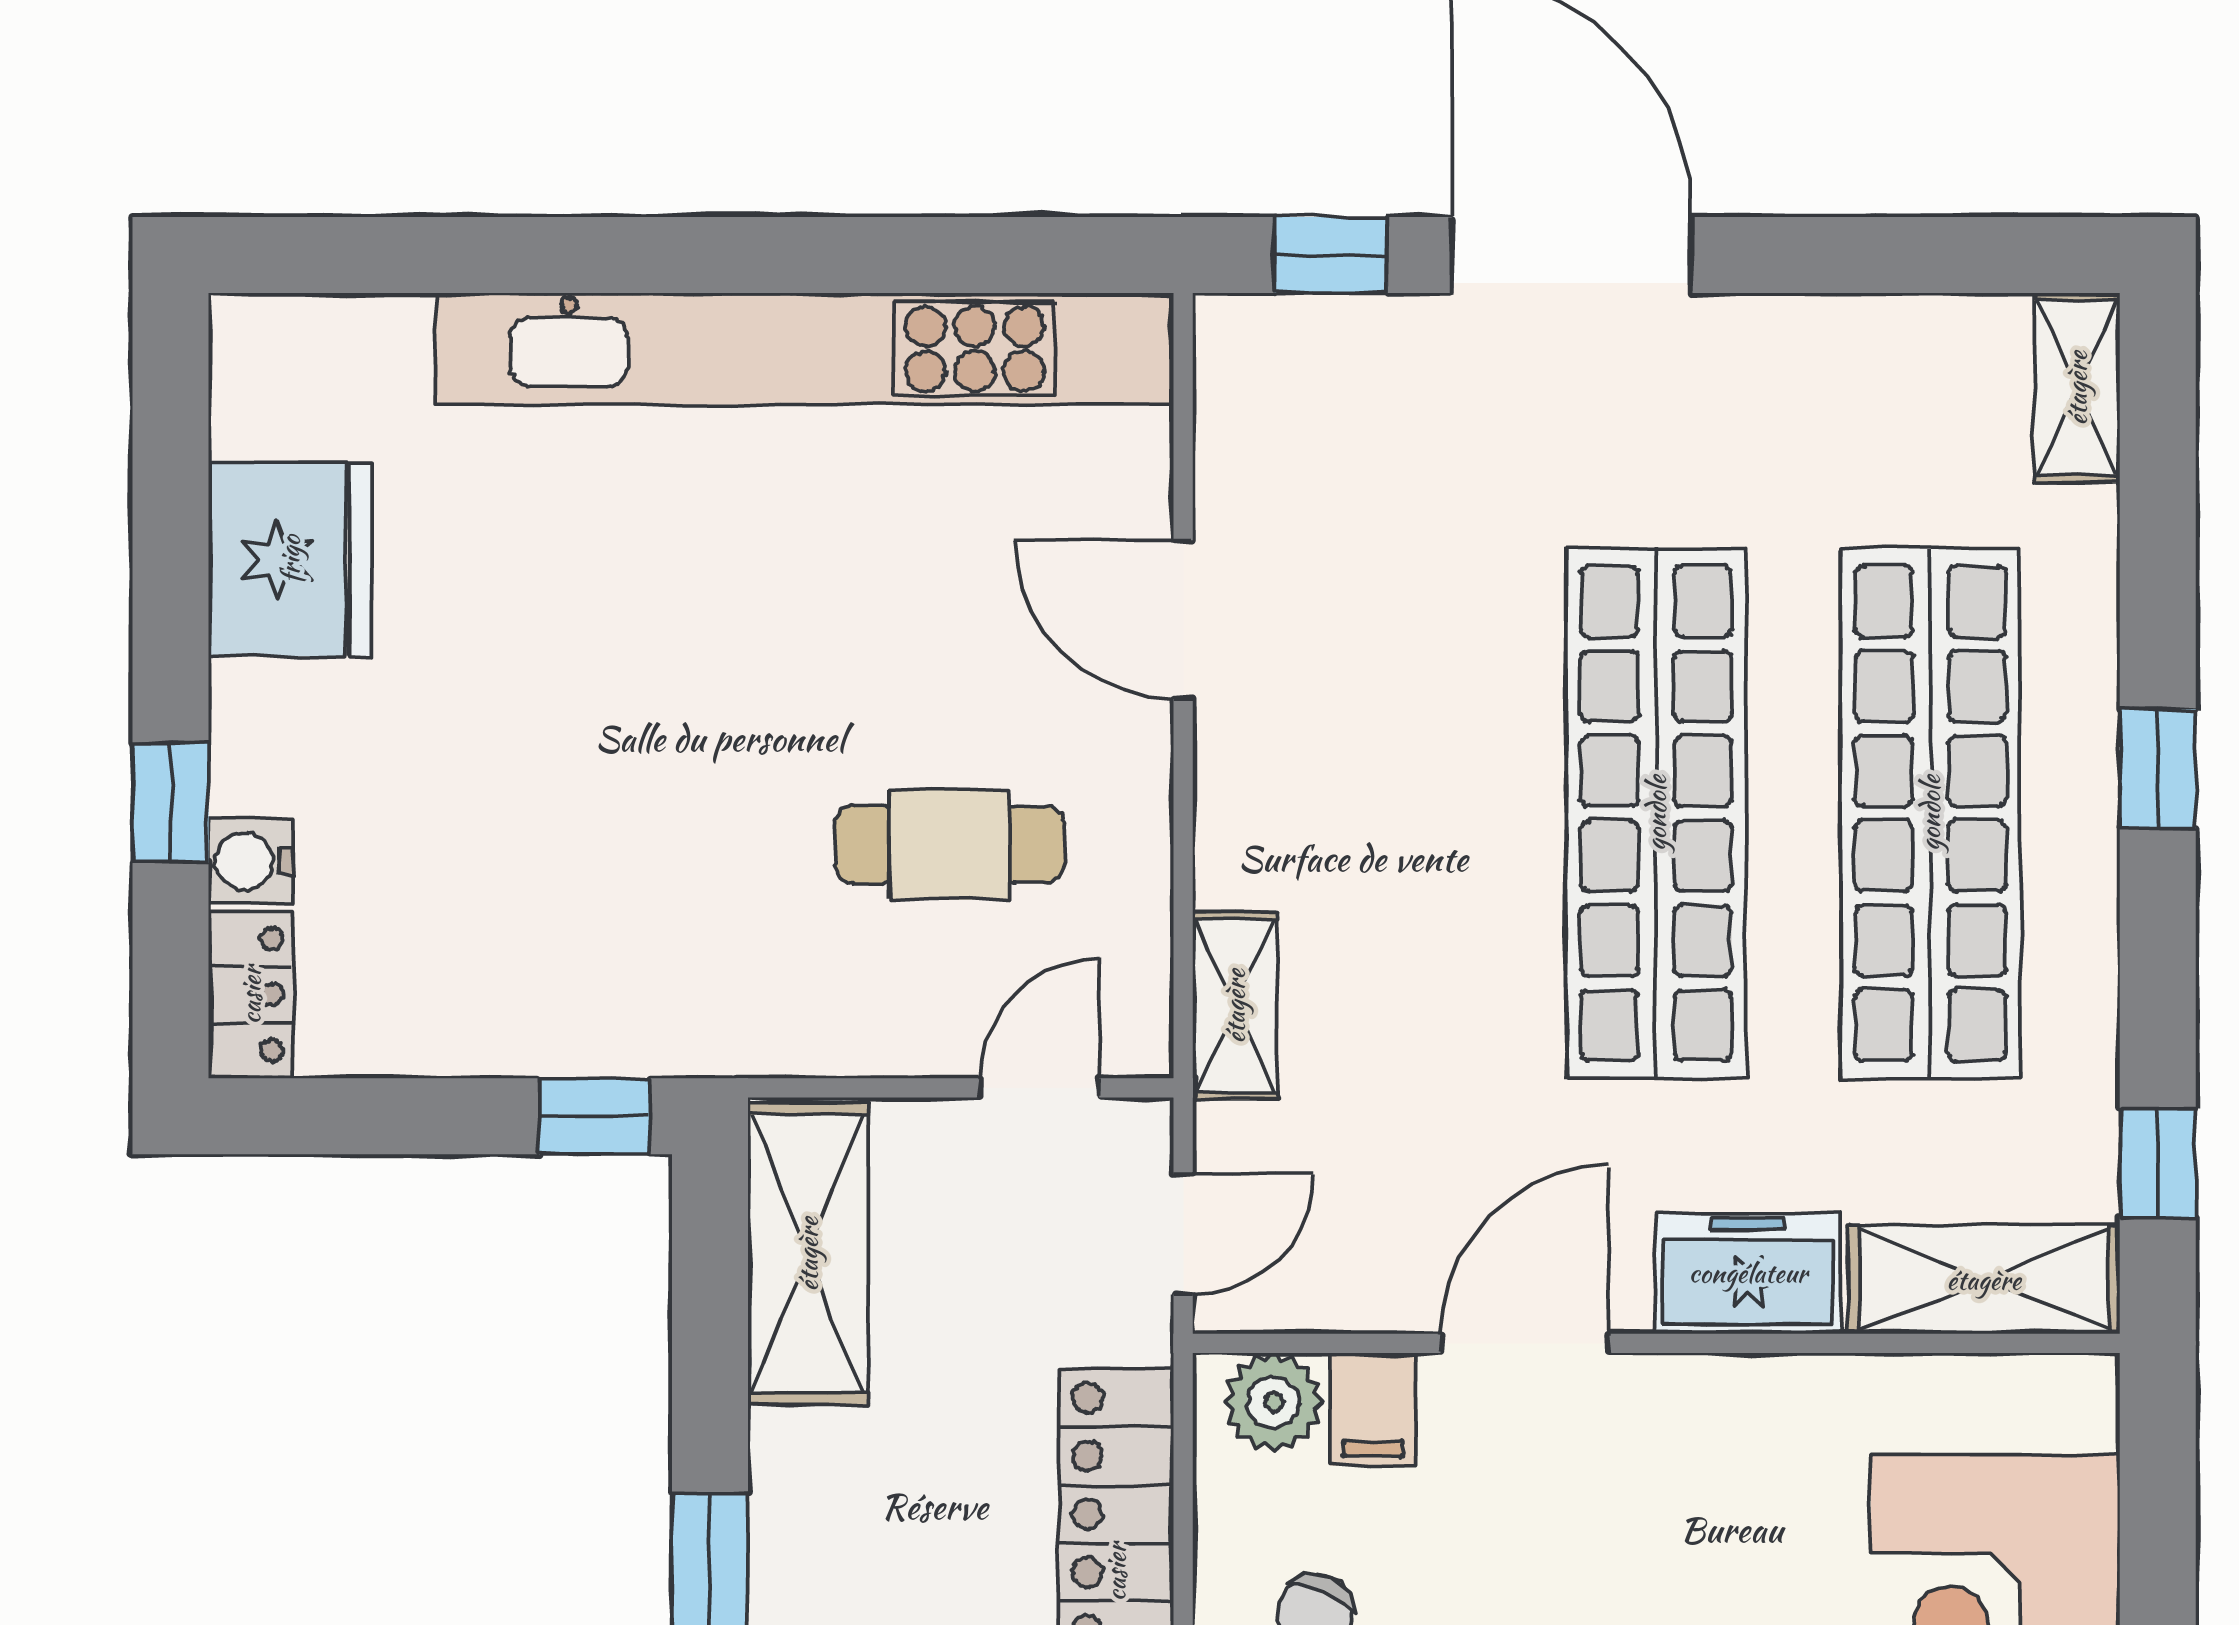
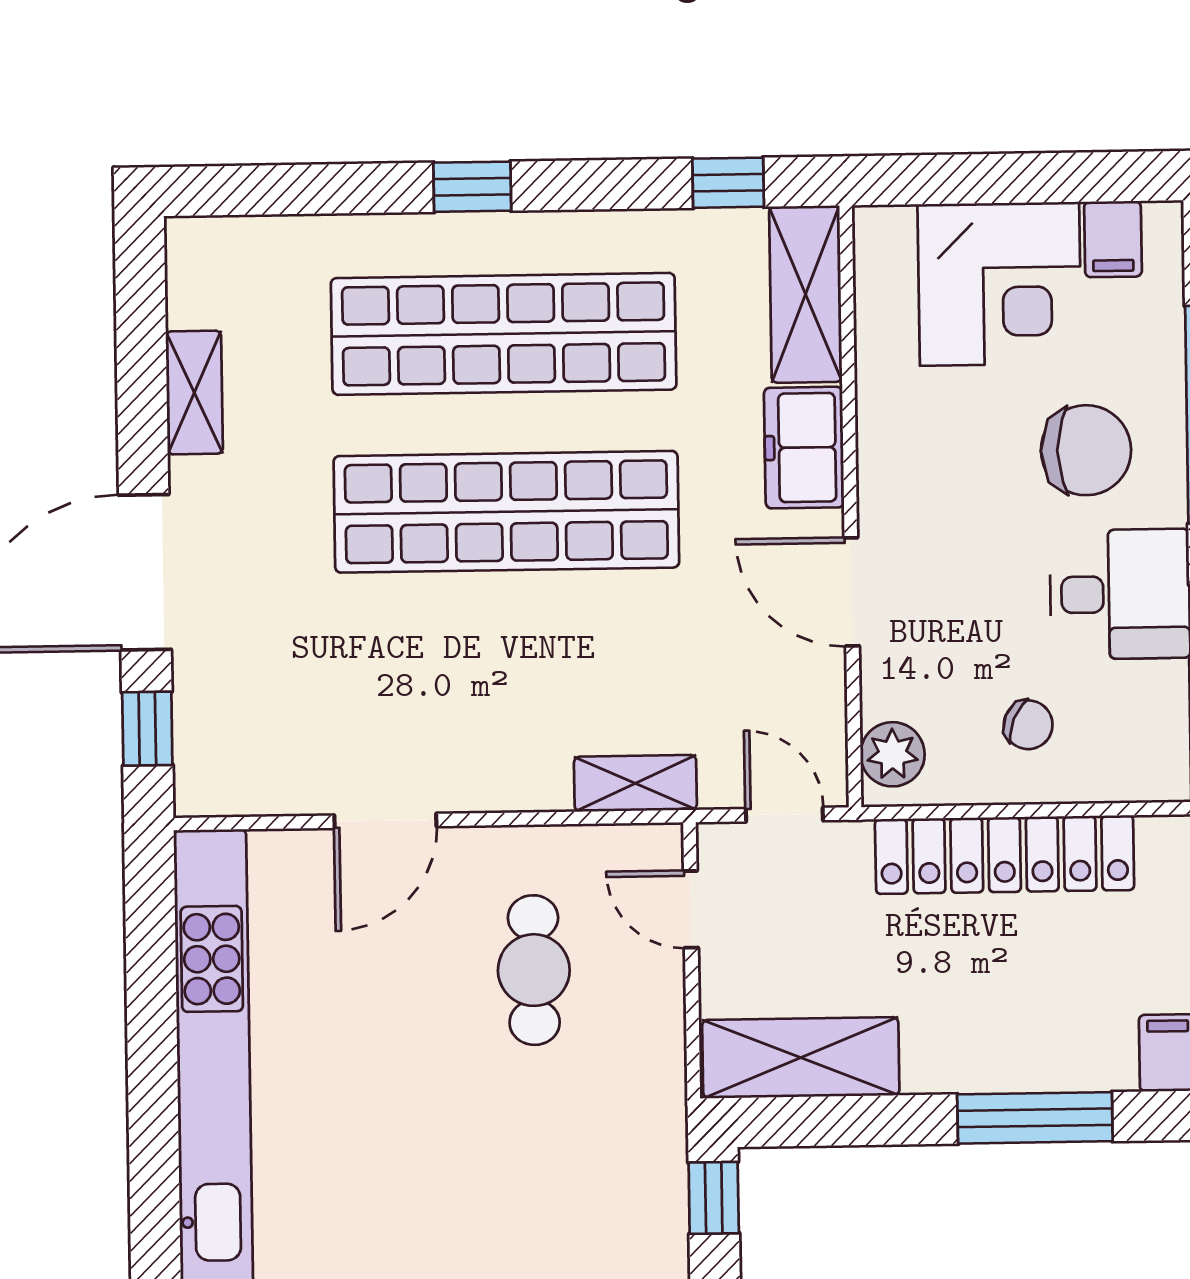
shelving: (2077, 388) -> (194, 393), moved, turned 90
filing cabinet: (1373, 1409) -> (896, 690), removed

